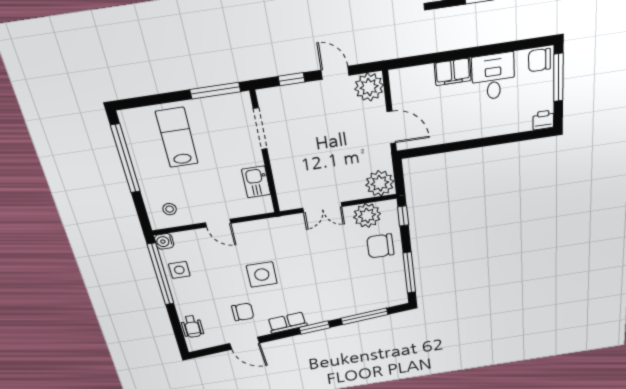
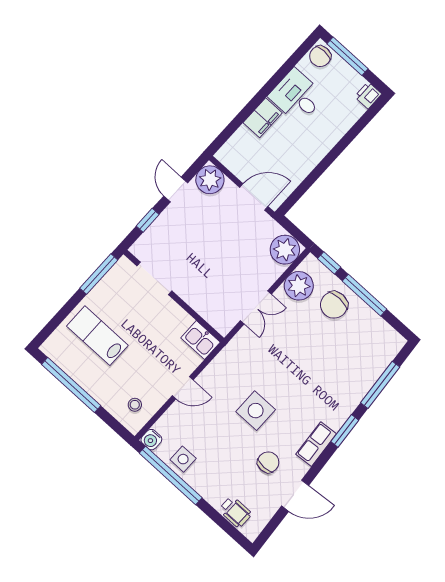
door: (335, 73) -> (176, 189), hinge flipped
kitchen sink: (256, 182) -> (200, 340), moved
window: (409, 273) -> (365, 295), moved

